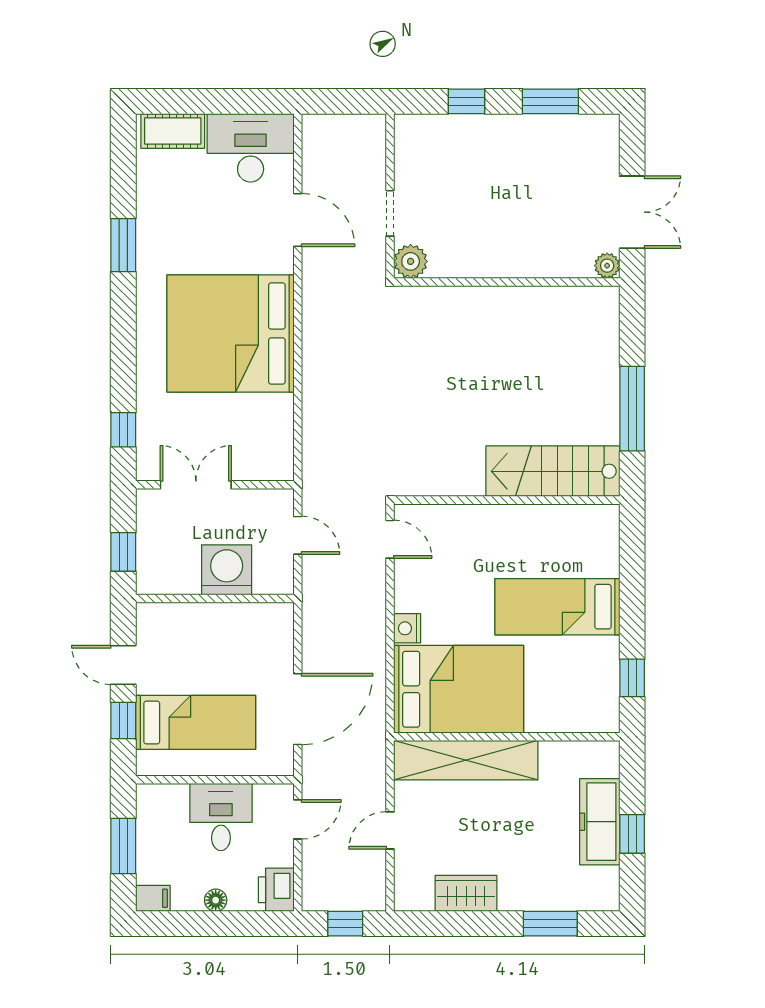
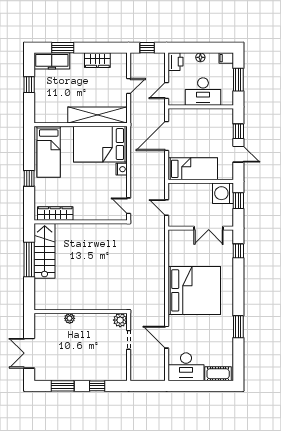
double door: (632, 212) -> (29, 353), moved
plant: (607, 266) -> (70, 318), moved
stairs: (553, 471) -> (45, 251), moved, turned -90
wardrobe: (569, 520) -> (55, 214), added
washing machine: (227, 570) -> (223, 193), moved, turned 90
bed: (557, 607) -> (49, 152), moved, turned 90
window: (632, 678) -> (29, 178), moved
bed: (196, 722) -> (193, 169), moved, turned 180
desk: (221, 817) -> (203, 92), width x1.37
freezer: (600, 822) -> (52, 61), moved, turned 90

